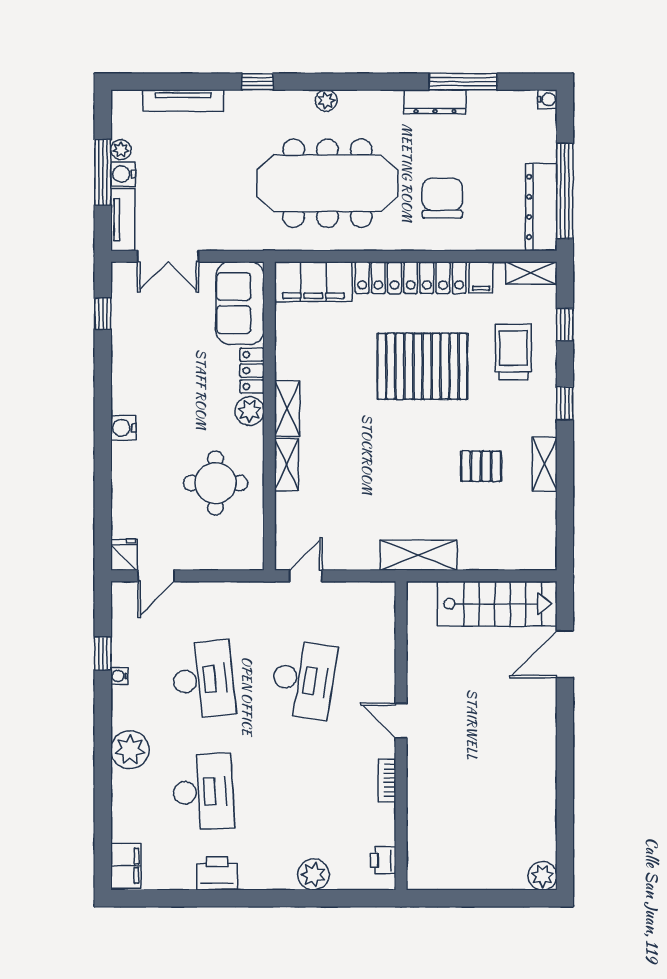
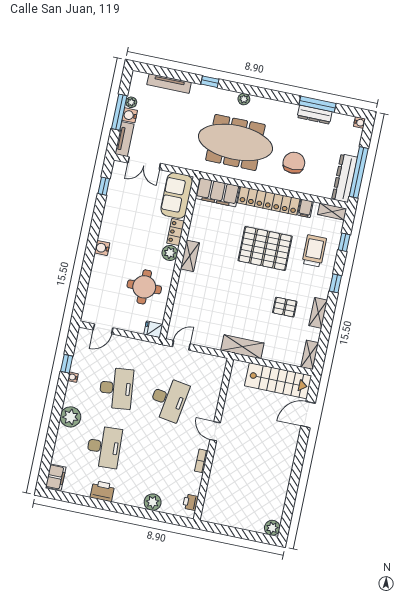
dresser: (435, 102) -> (315, 115), moved
shelving: (286, 465) -> (310, 355), moved
fridge: (124, 555) -> (153, 329), moved, turned -90

